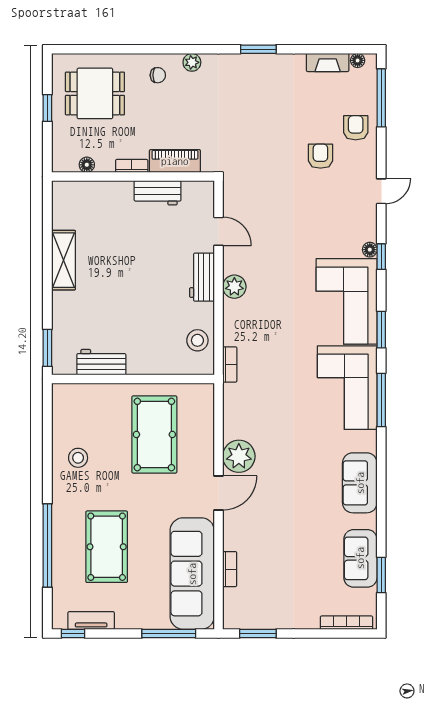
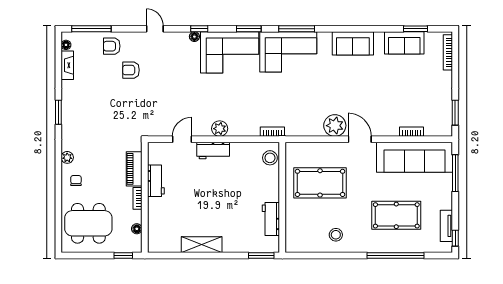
dining table: (95, 93) -> (88, 223), width x1.38
window: (47, 108) -> (123, 256), moved
stool: (197, 340) -> (270, 158), moved

